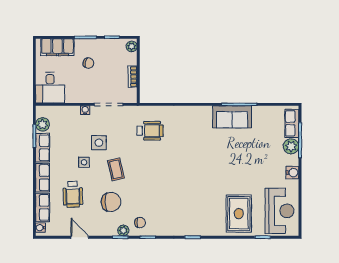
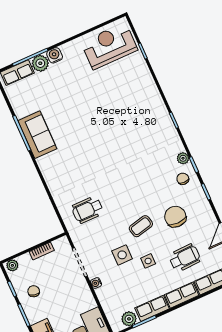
chair: (88, 63) -> (34, 291), moved
wheelchair: (150, 131) -> (88, 210), turned -90
water cooler: (292, 173) -> (55, 55), moved
rug: (239, 214) -> (130, 85), removed
plant: (123, 230) -> (183, 158), moved

